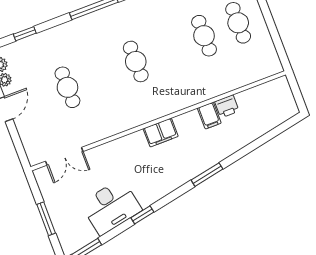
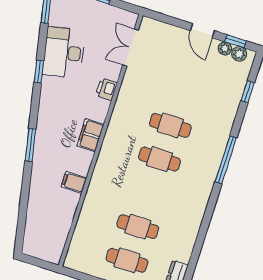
cafe table: (67, 87) -> (170, 125), moved
printer: (227, 106) -> (106, 89), moved

